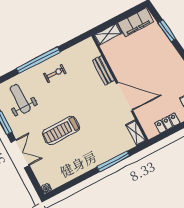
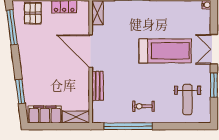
window: (38, 60) -> (128, 126), moved
treadmill: (61, 130) -> (165, 51), width x1.37, depth x1.38

